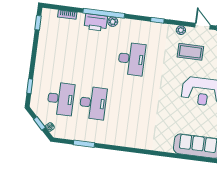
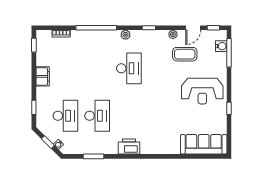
printer: (96, 22) -> (129, 146), moved, turned 180
plant: (113, 22) -> (125, 35), moved
door: (203, 26) -> (193, 28), swing flipped
filing cabinet: (43, 56) -> (43, 76), added

